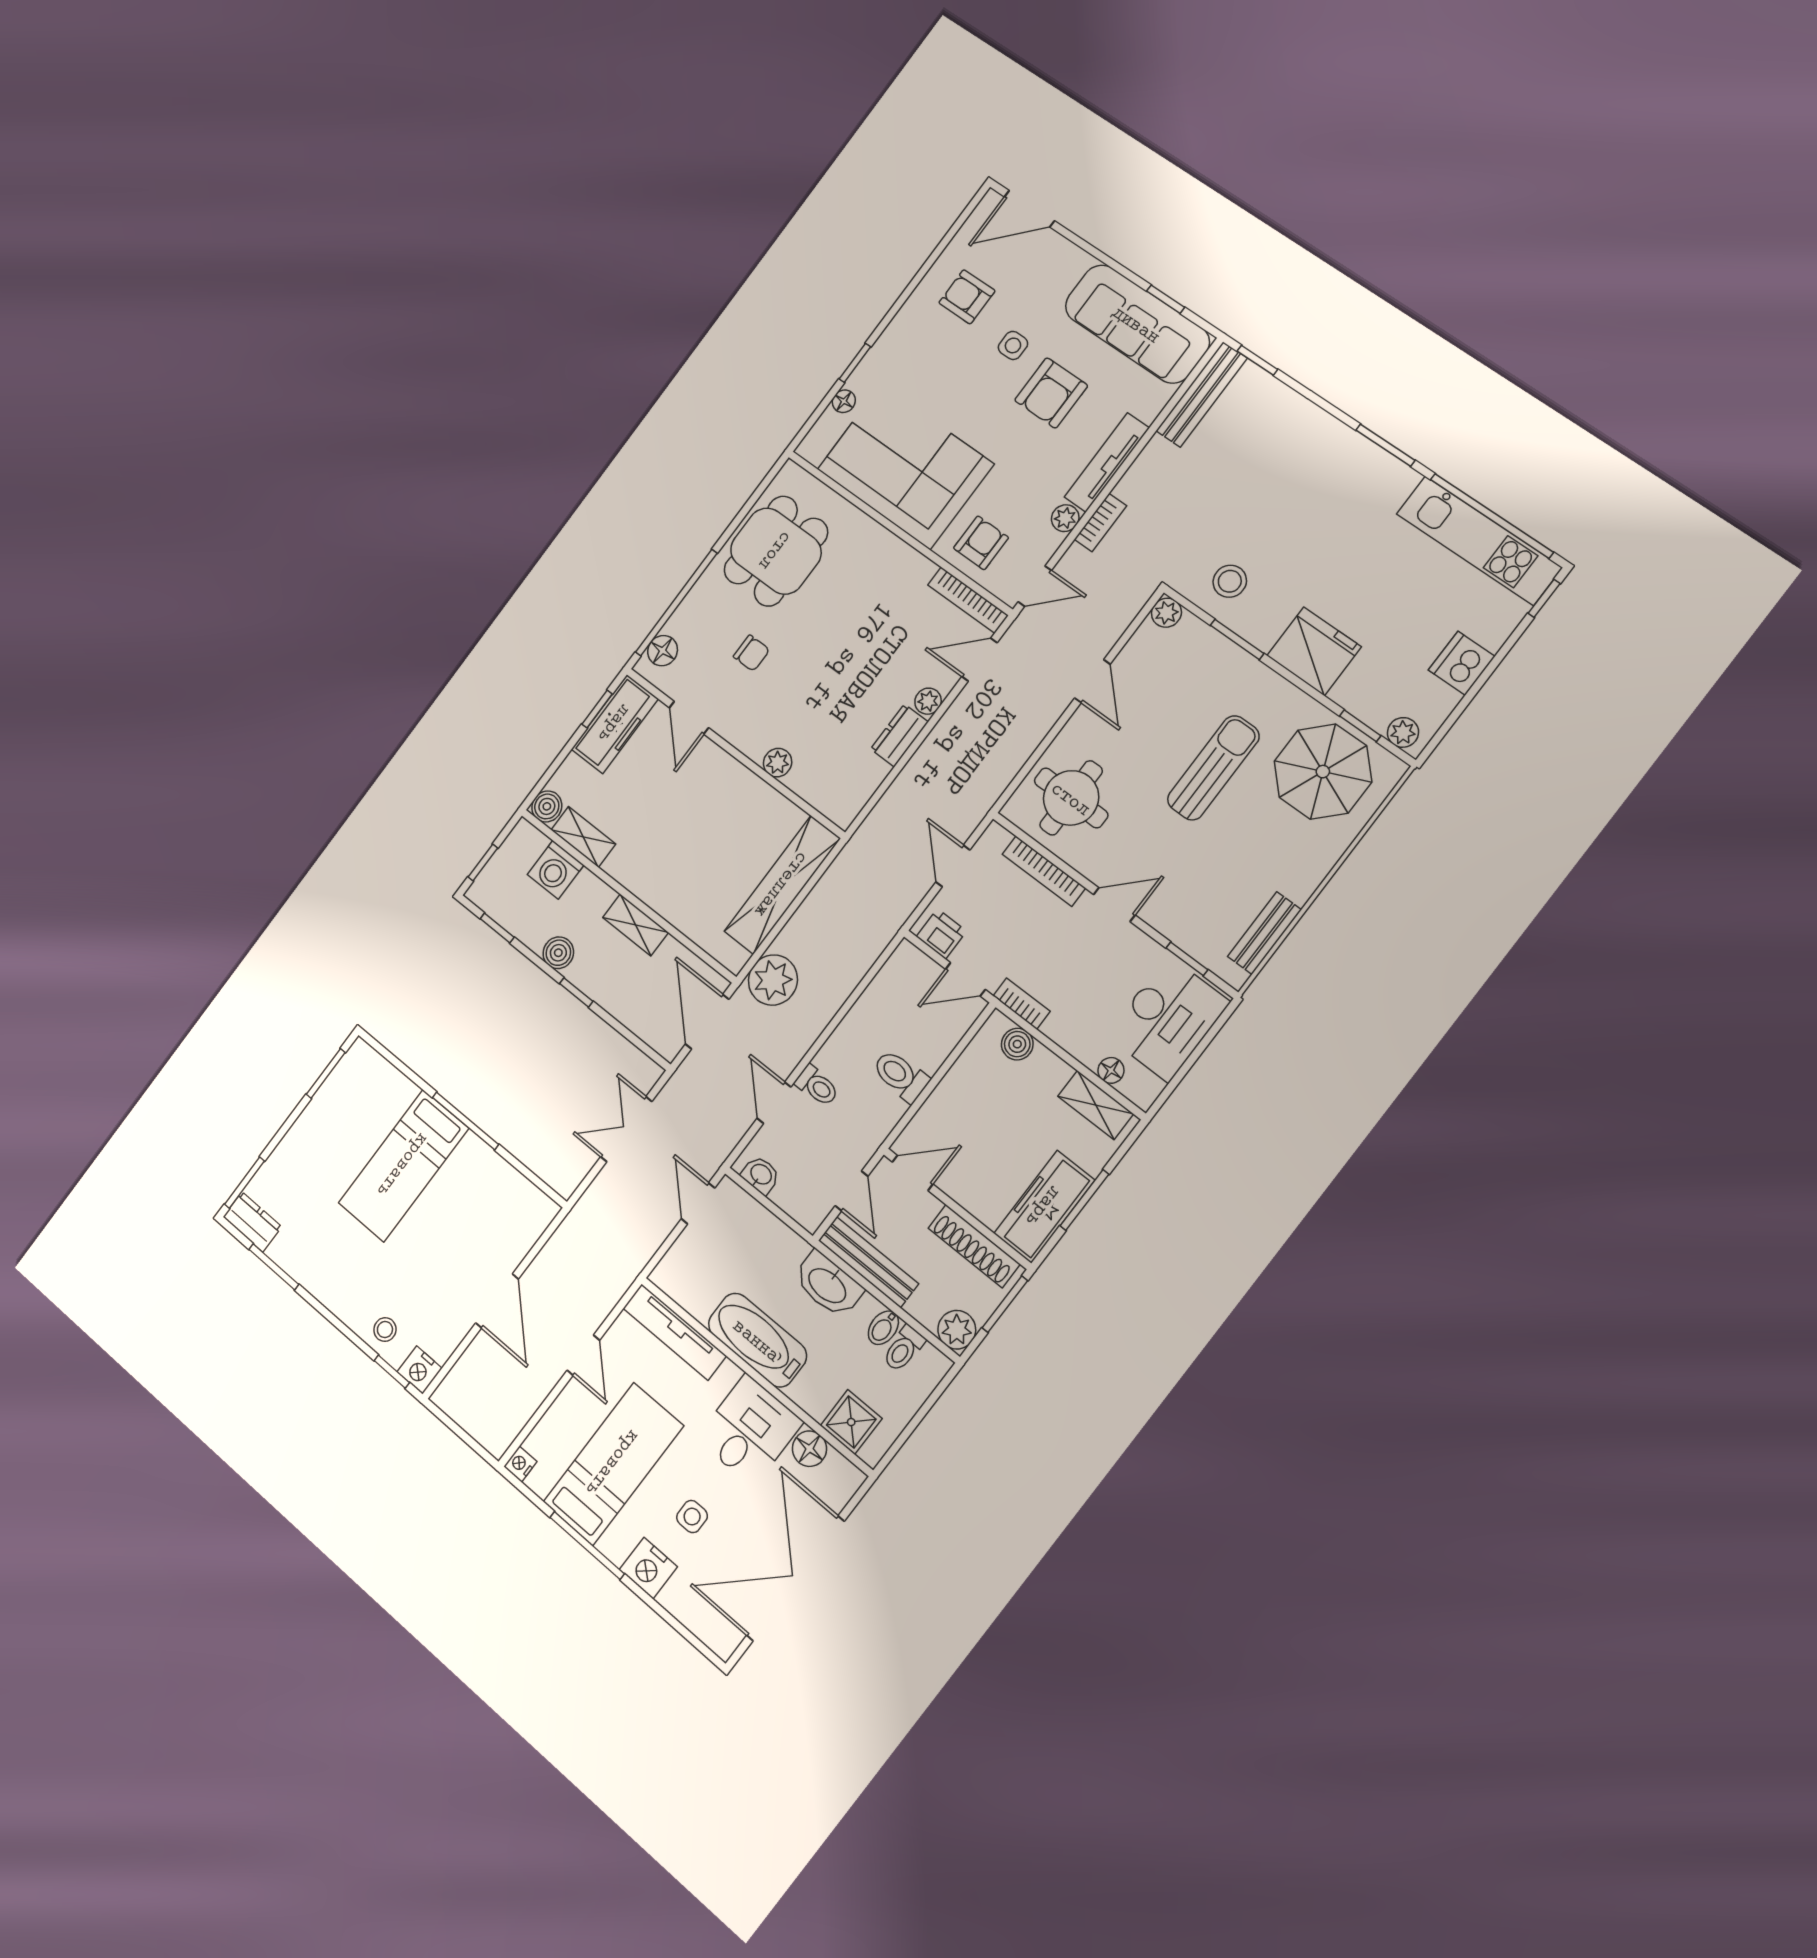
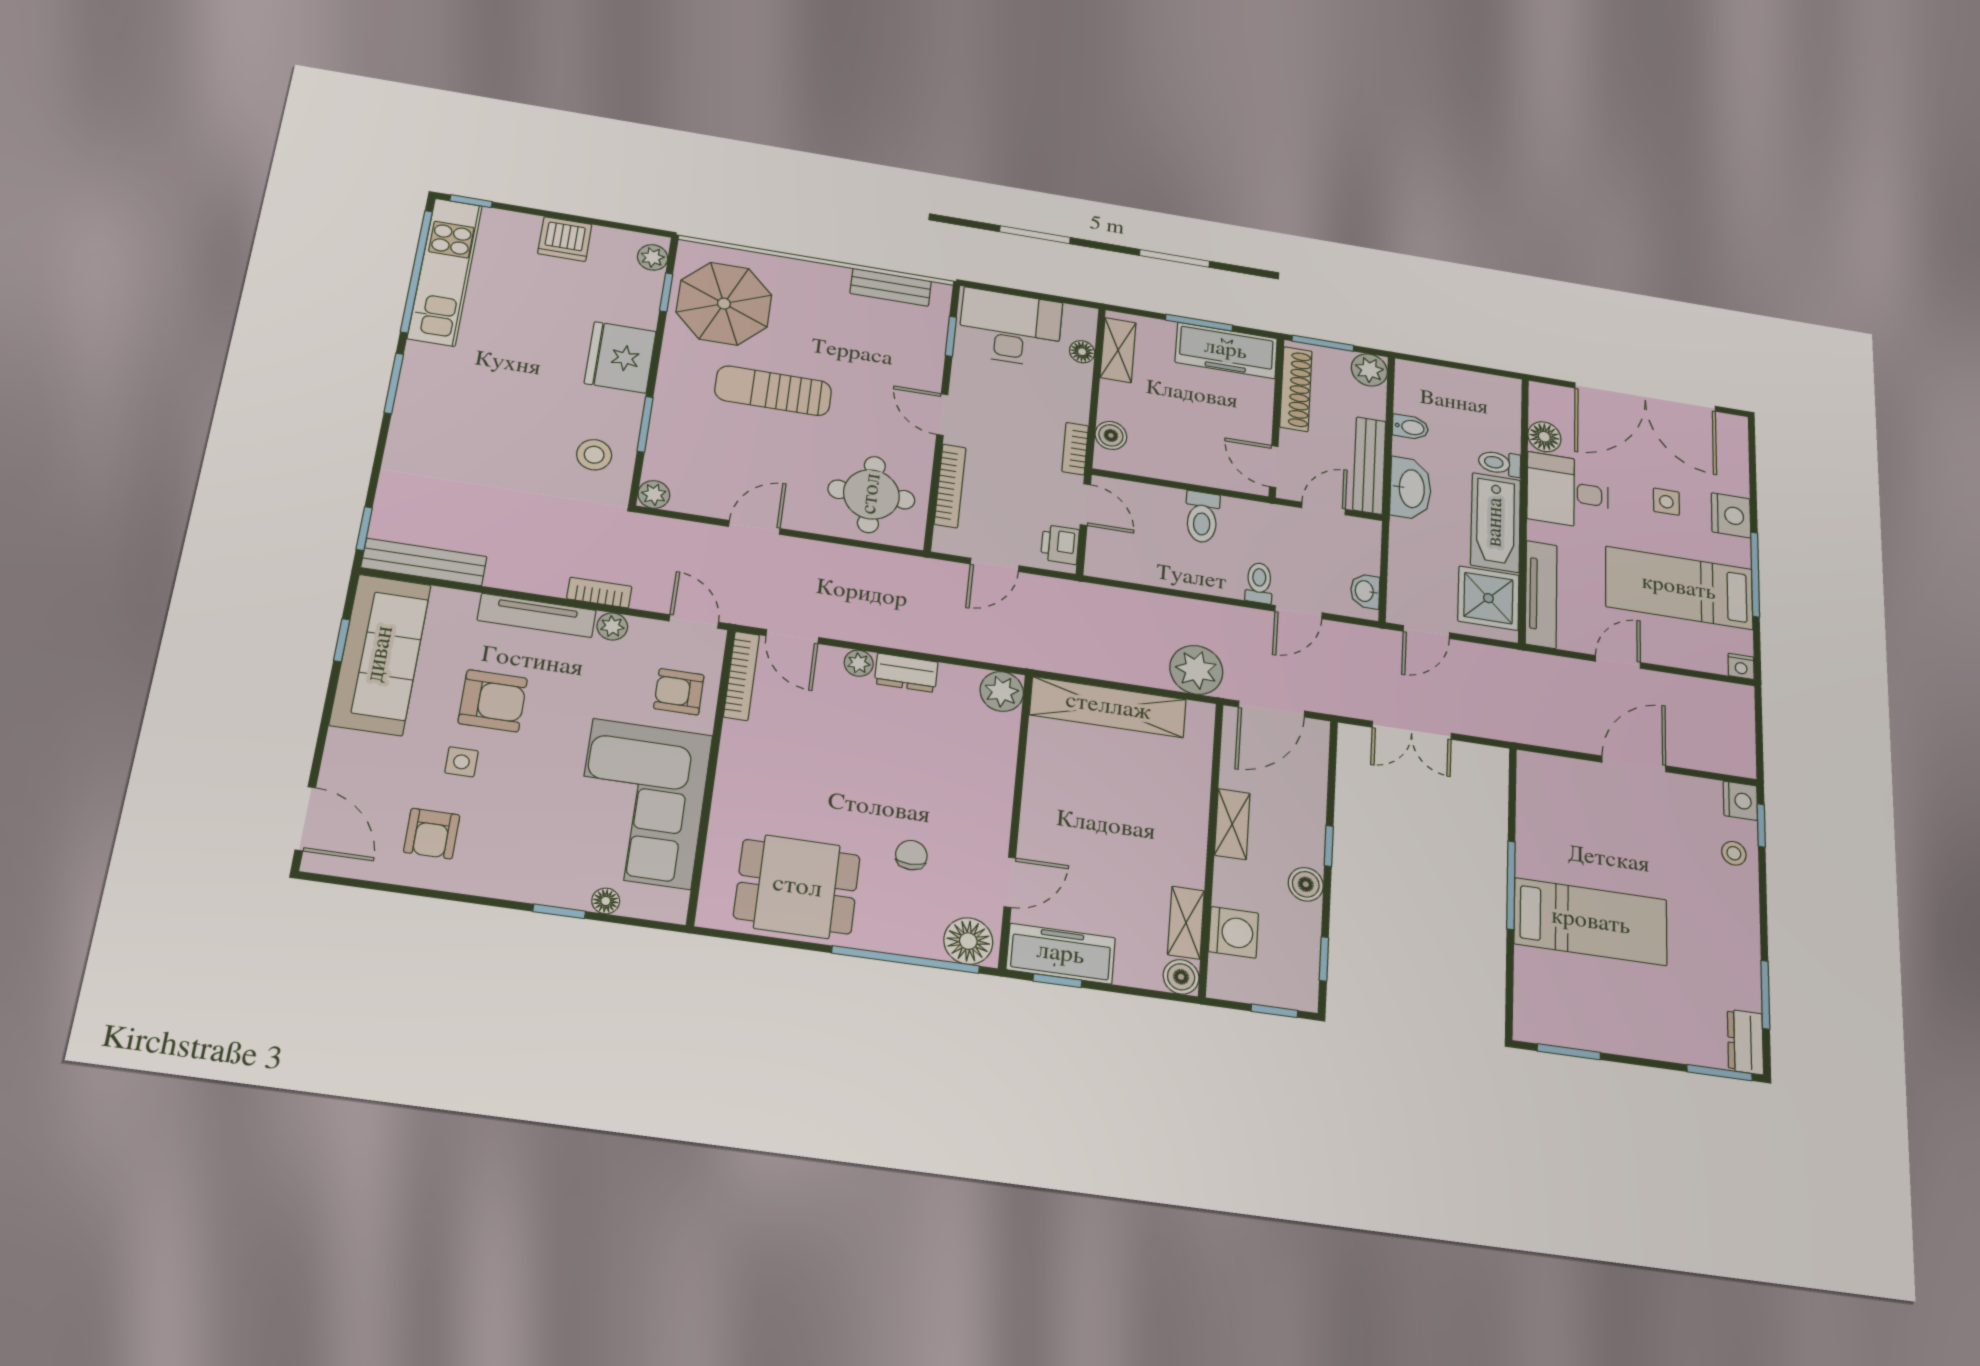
floor lamp: (663, 651) -> (968, 941), width x1.38, depth x1.38
plant: (778, 763) -> (1002, 692), moved, width x1.38, depth x1.38
toilet: (904, 1349) -> (1500, 463), moved, turned 180
shower: (851, 1422) -> (1488, 598), moved, width x1.36, depth x1.36

